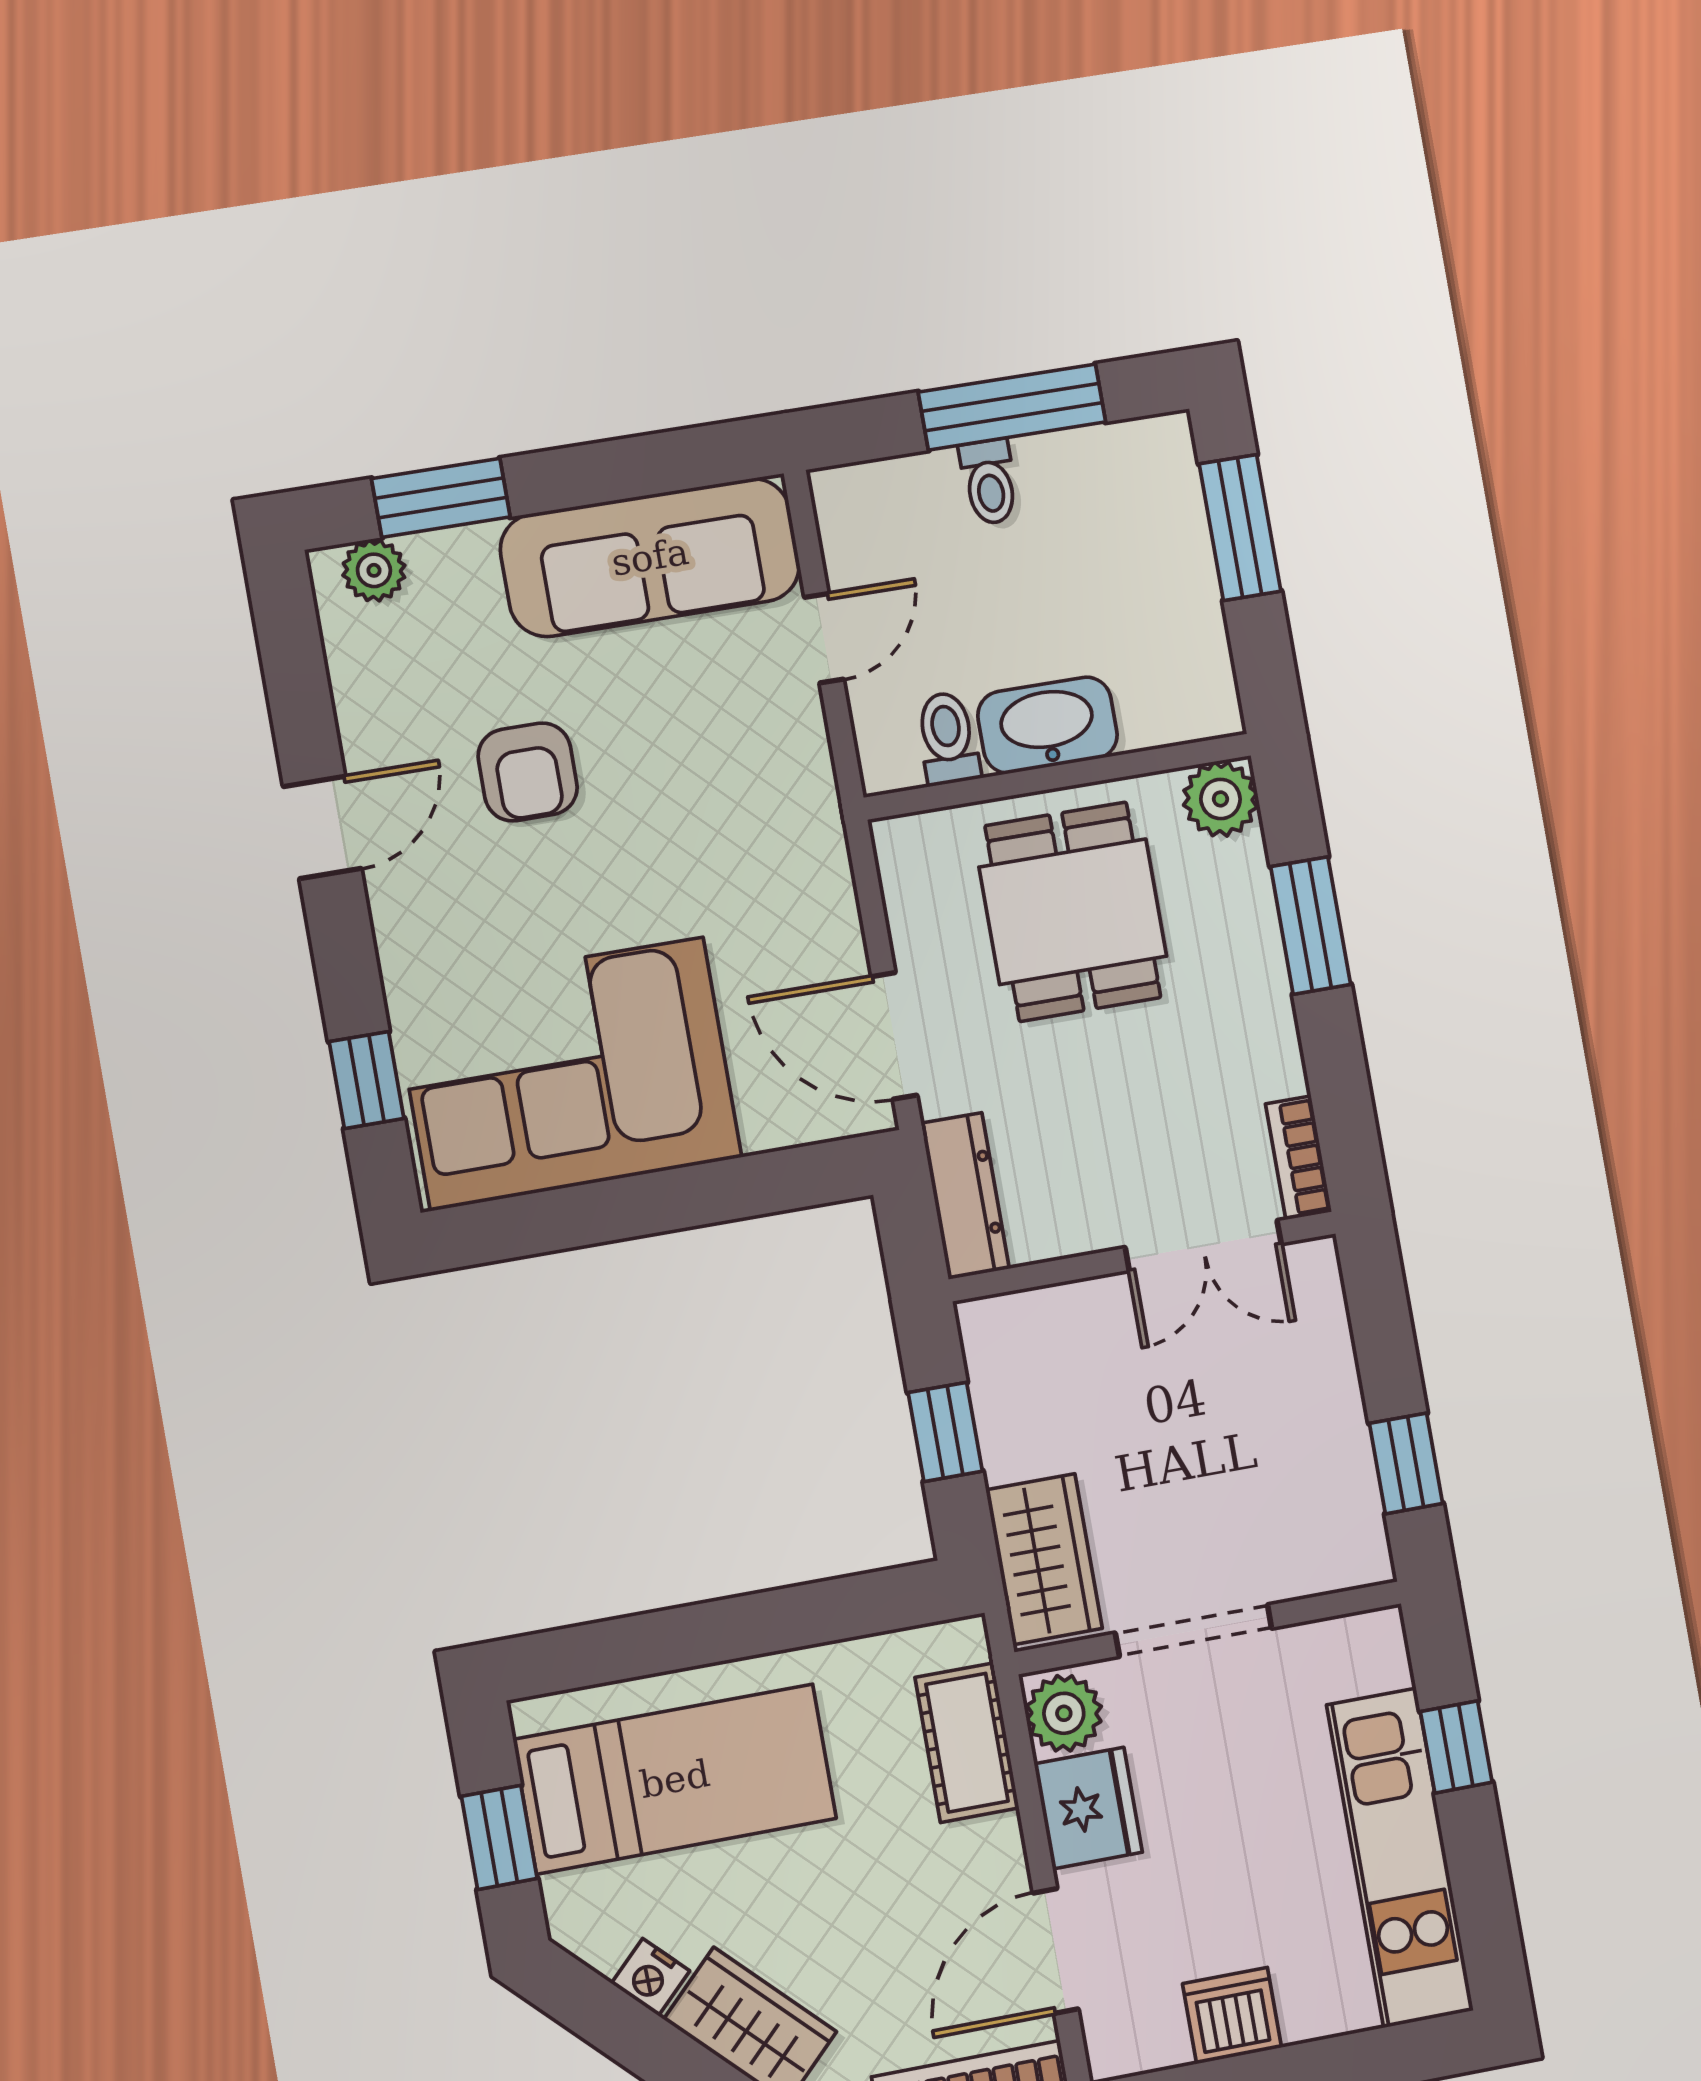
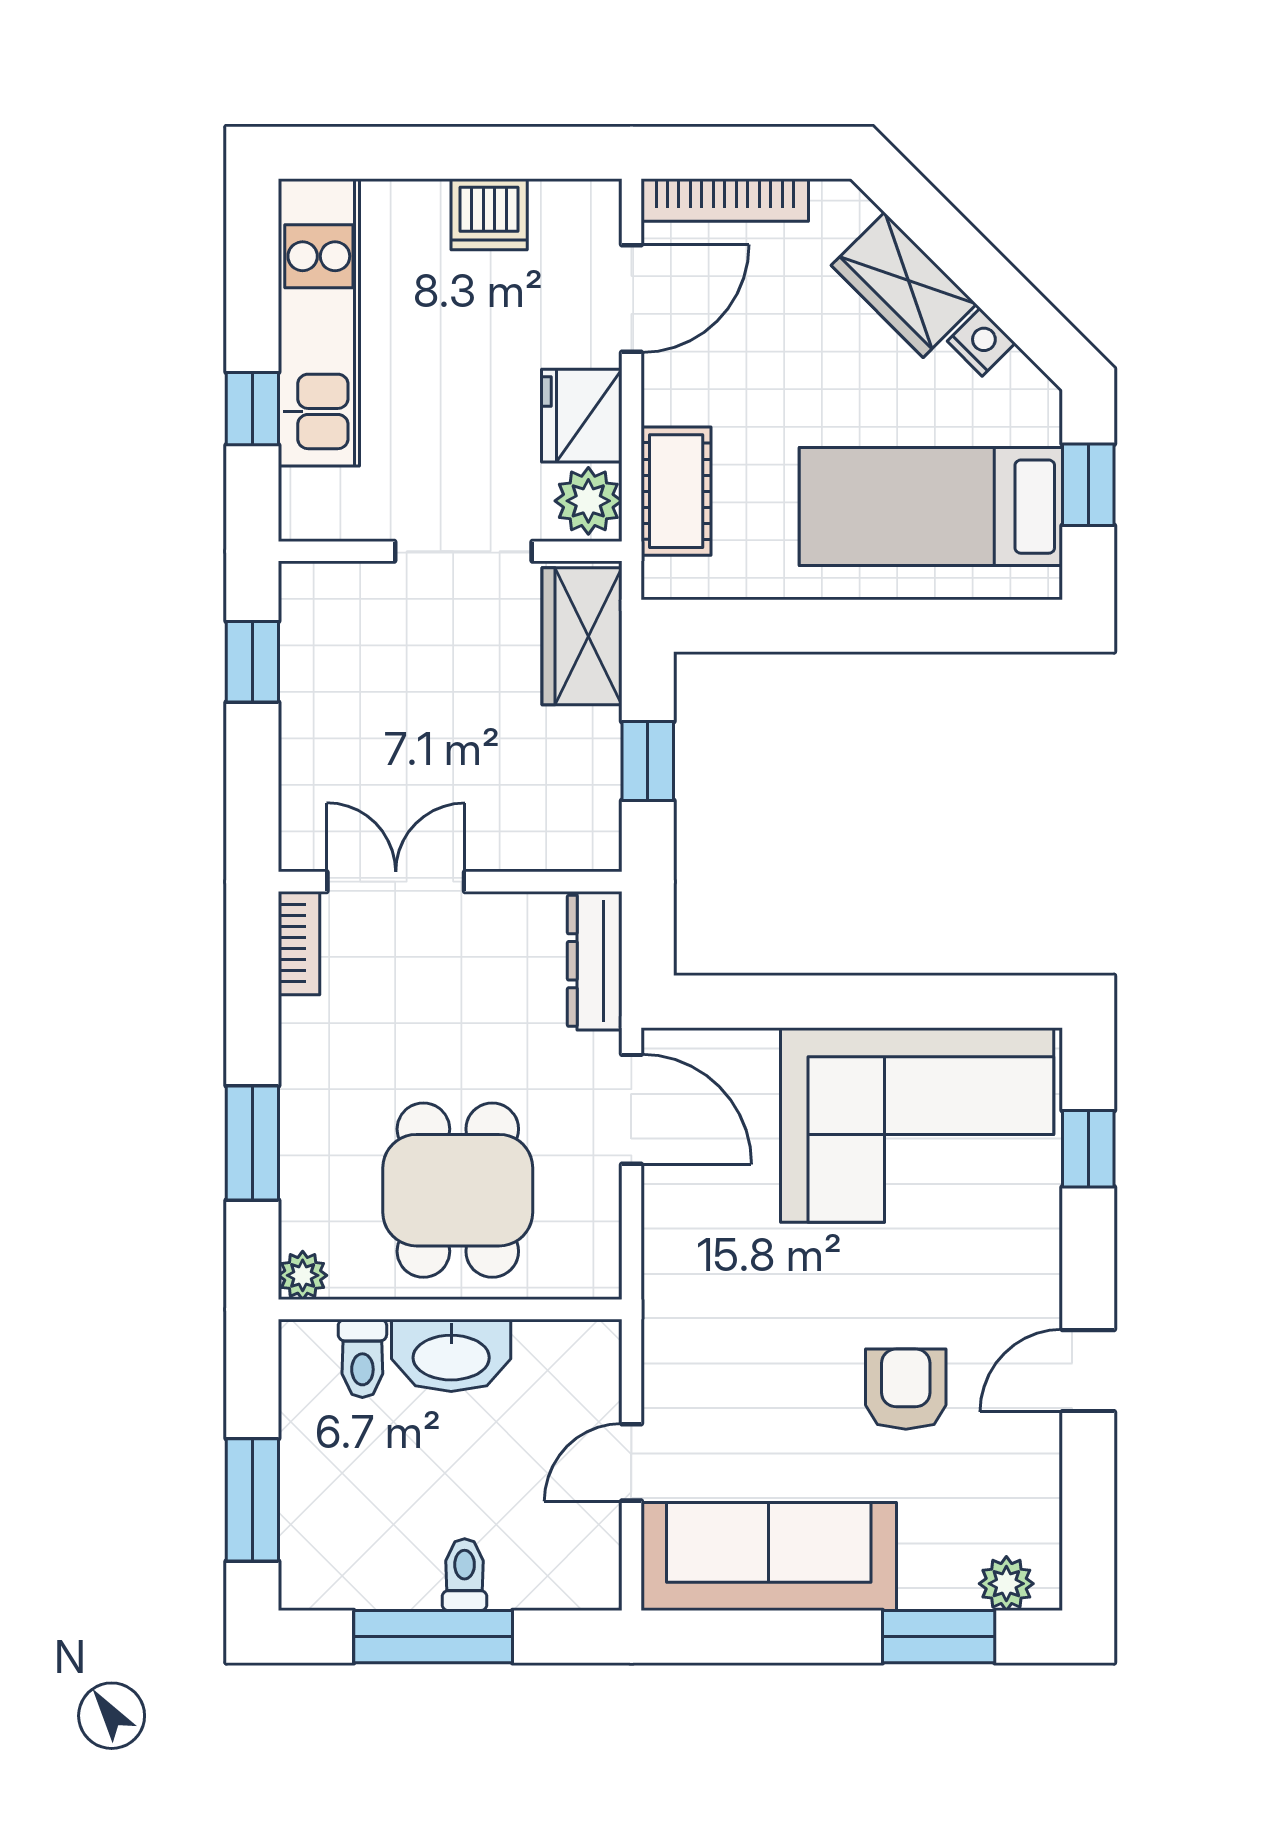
toilet: (948, 738) -> (362, 1358), moved
plant: (1220, 799) -> (303, 1275), width x0.73, depth x0.73

